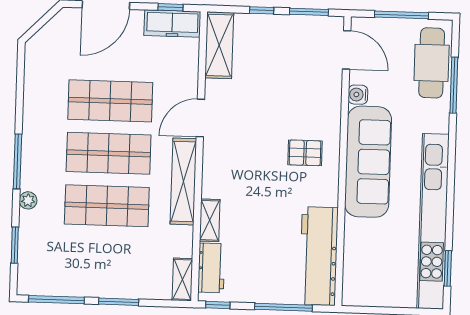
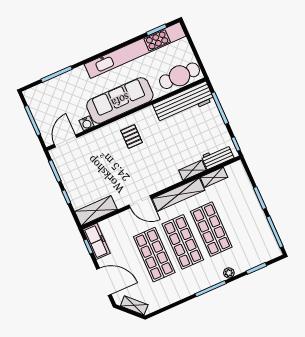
shelving: (48, 34) -> (134, 305), added
cafe table: (432, 63) -> (180, 76), moved
shelving: (182, 279) -> (214, 177), moved

